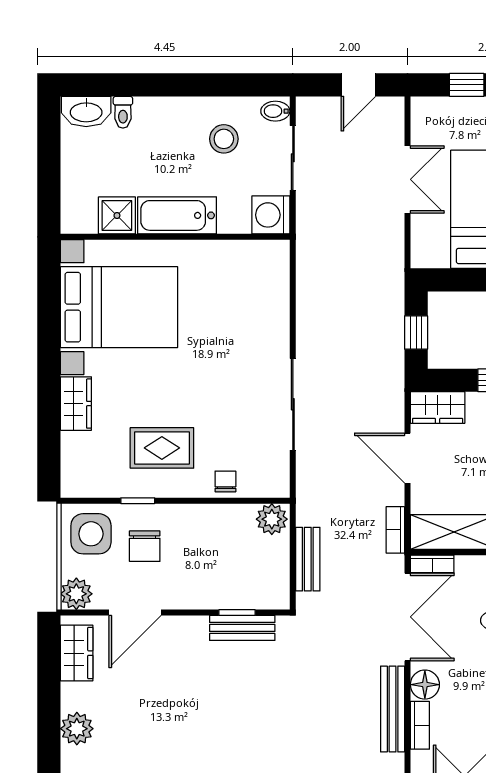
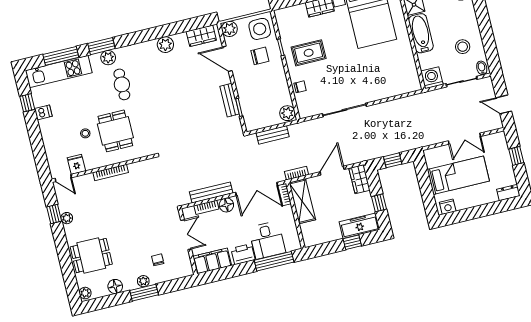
rug: (162, 448) -> (309, 53), turned 90
chair: (145, 546) -> (260, 56), turned 180
bench: (242, 628) -> (230, 100), moved

